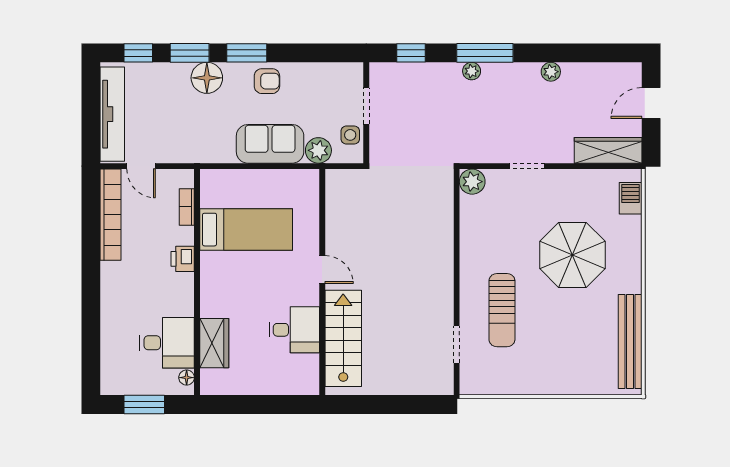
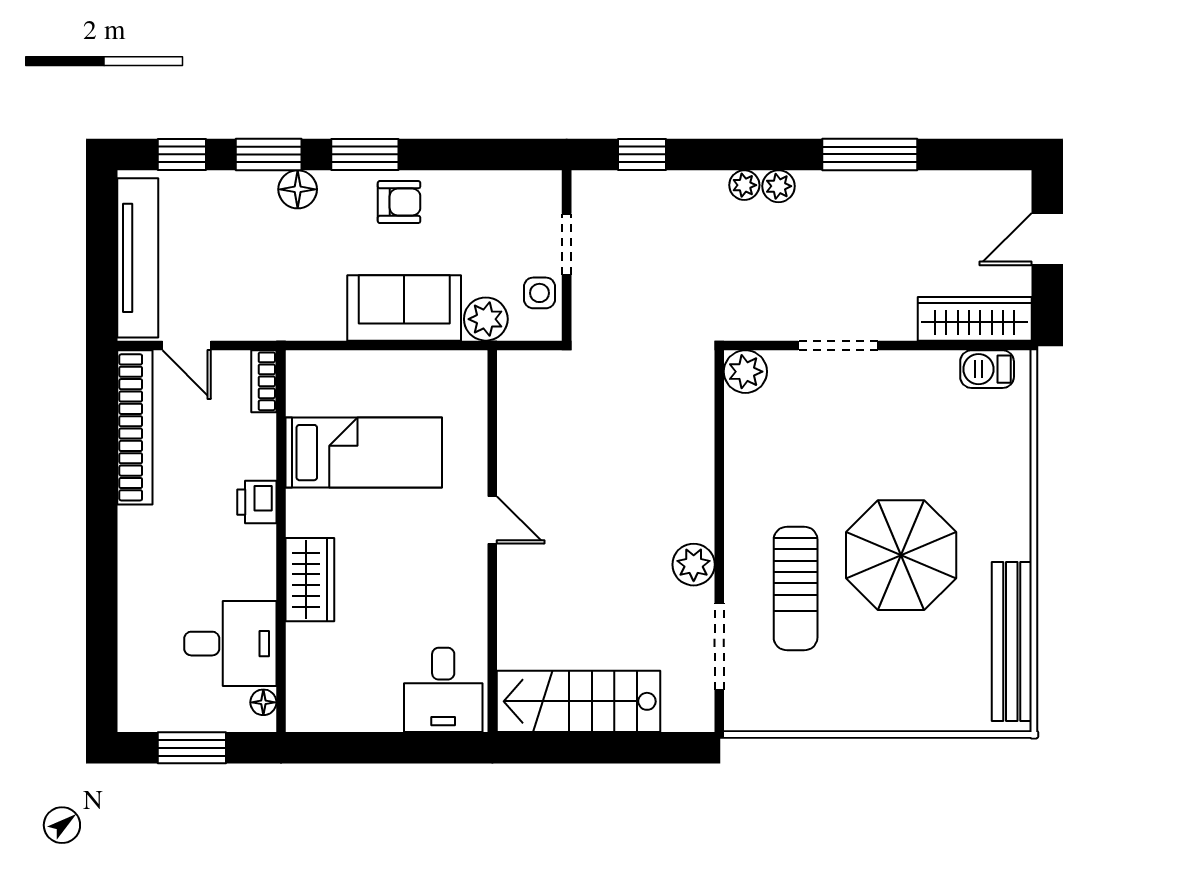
window: (485, 53) -> (870, 154), moved
plant: (551, 72) -> (778, 186), moved
floor lamp: (207, 78) -> (298, 189), width x0.73, depth x0.73
doorway: (527, 166) -> (838, 345), width x1.38
barbecue: (631, 198) -> (987, 369), moved, turned -90
bookcase: (187, 207) -> (264, 381), moved
parasol: (572, 255) -> (901, 555), moved
plant: (441, 296) -> (694, 565), added
desk: (294, 330) -> (443, 690), moved, turned 90
stairs: (343, 338) -> (578, 701), moved, turned -90
wardrobe: (214, 343) -> (310, 580), moved
doorway: (457, 344) -> (719, 646), width x1.38

